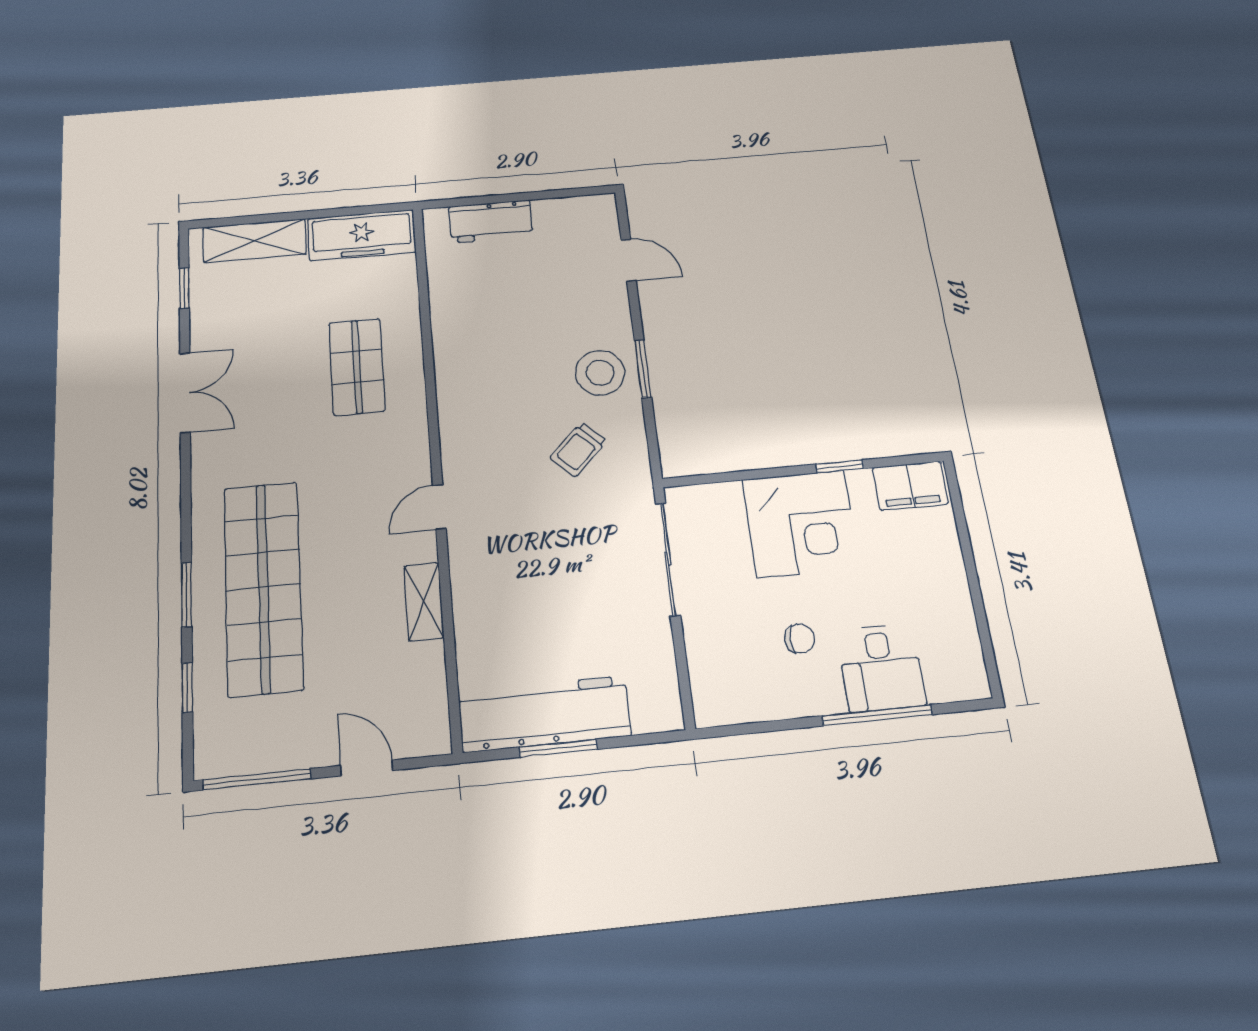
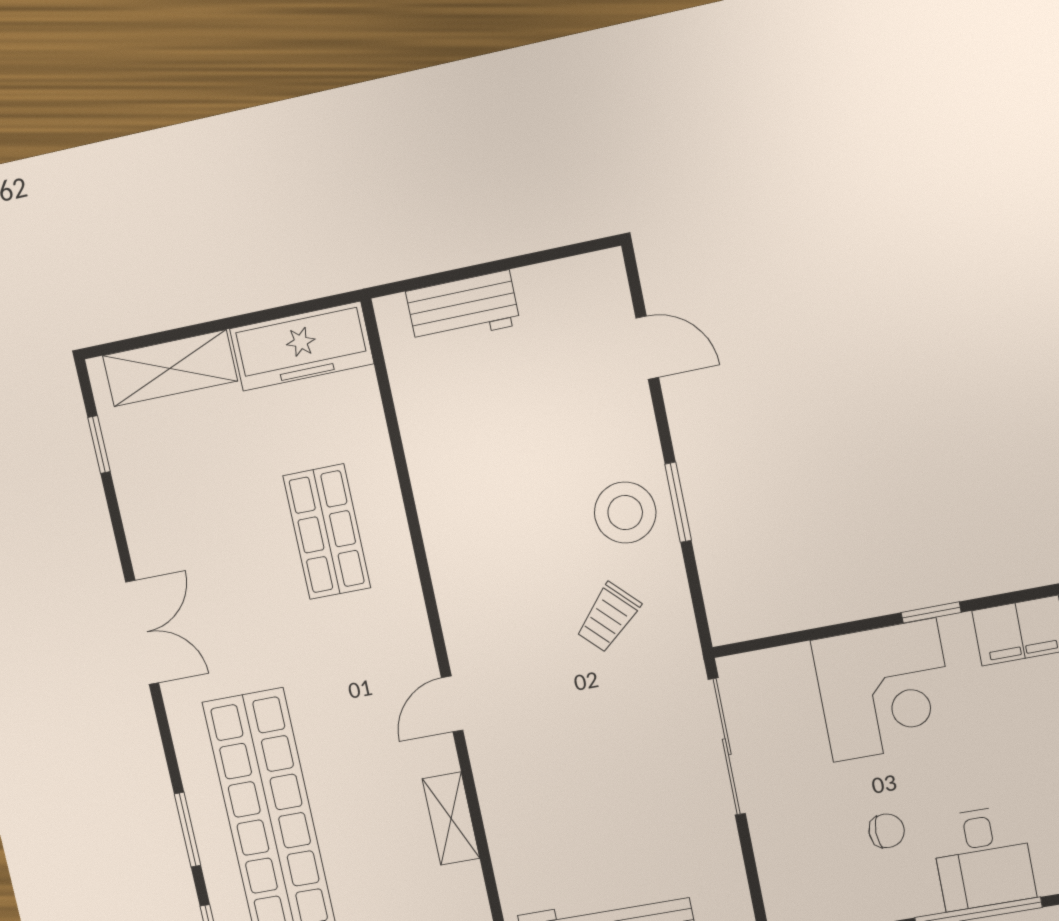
double door: (185, 393) -> (142, 632), moved

